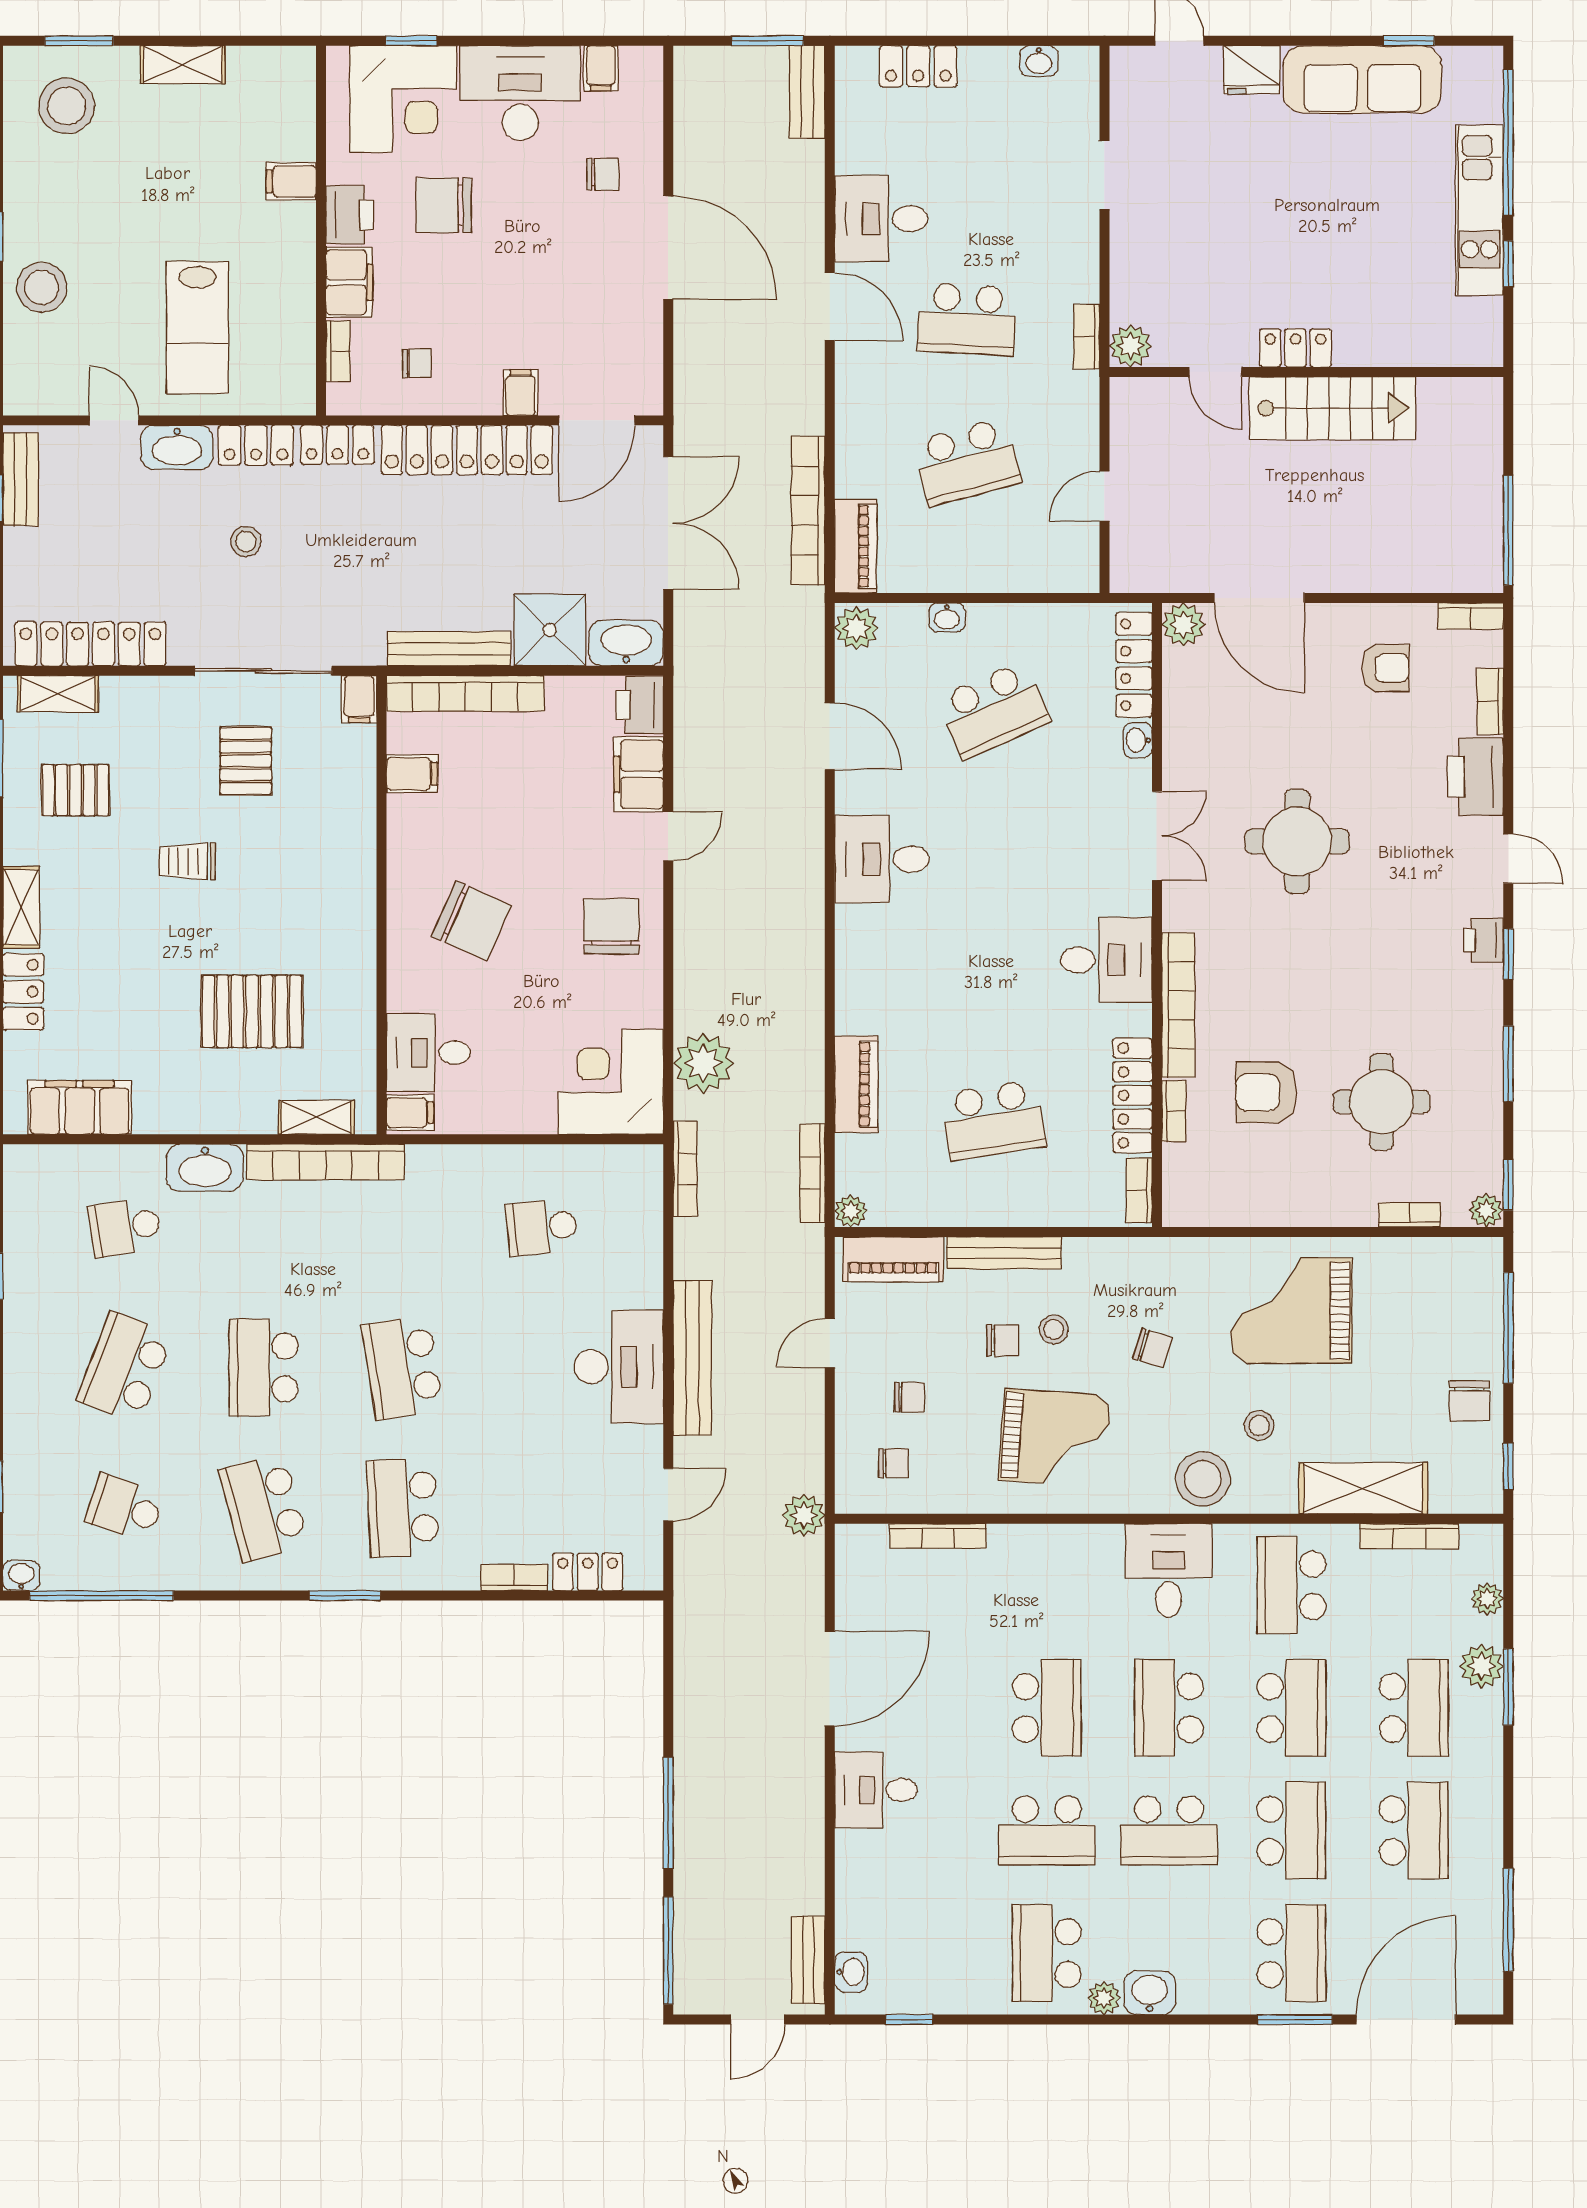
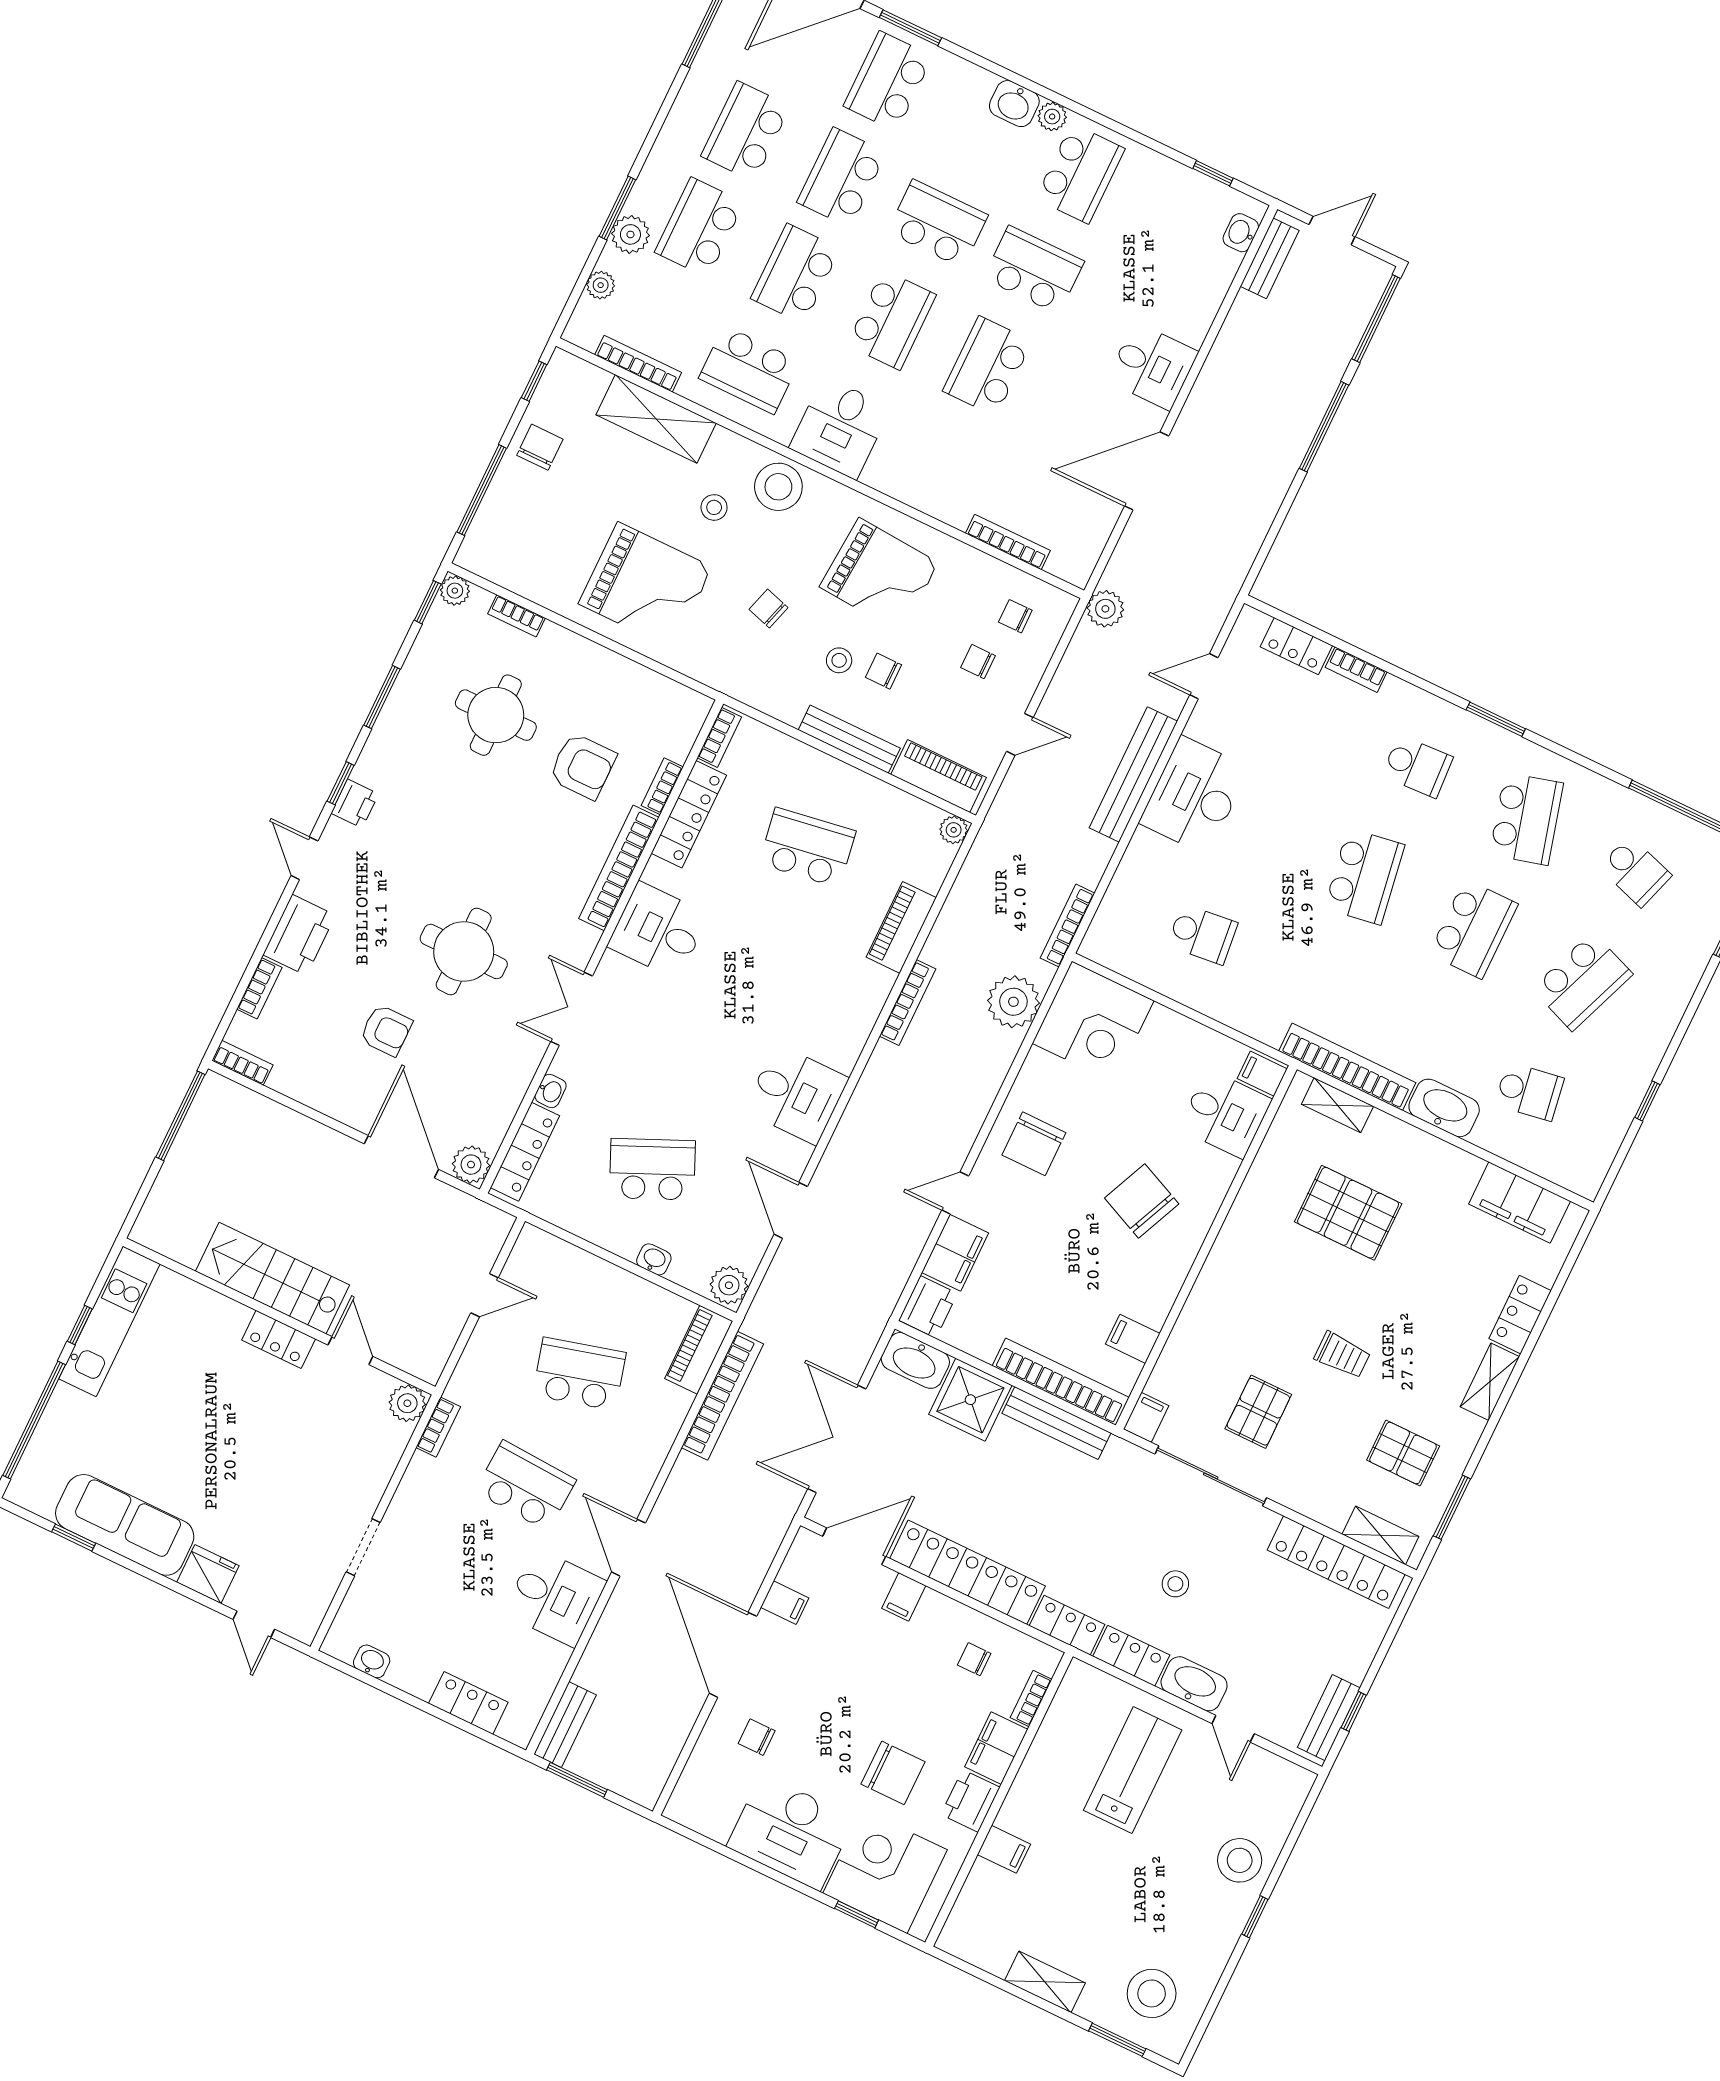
filing cabinet: (601, 68) -> (785, 1603), moved, turned 90
kitchen unit: (1480, 210) -> (109, 1321), moved
armchair: (1385, 668) -> (386, 1030), moved, turned 180
bookcase: (812, 1173) -> (907, 1003), moved
grand piano: (1055, 1438) -> (879, 575), turned 180
school desk: (403, 1508) -> (1417, 766), width x0.54
school desk: (1291, 1585) -> (749, 370), turned 90

